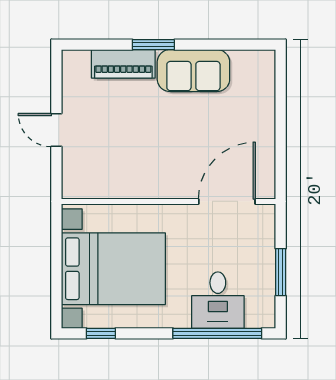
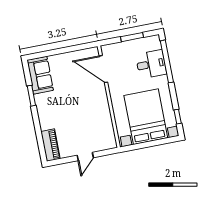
window: (153, 45) -> (31, 96), moved
piano: (123, 64) -> (50, 145), moved
sofa: (193, 71) -> (40, 75), moved

